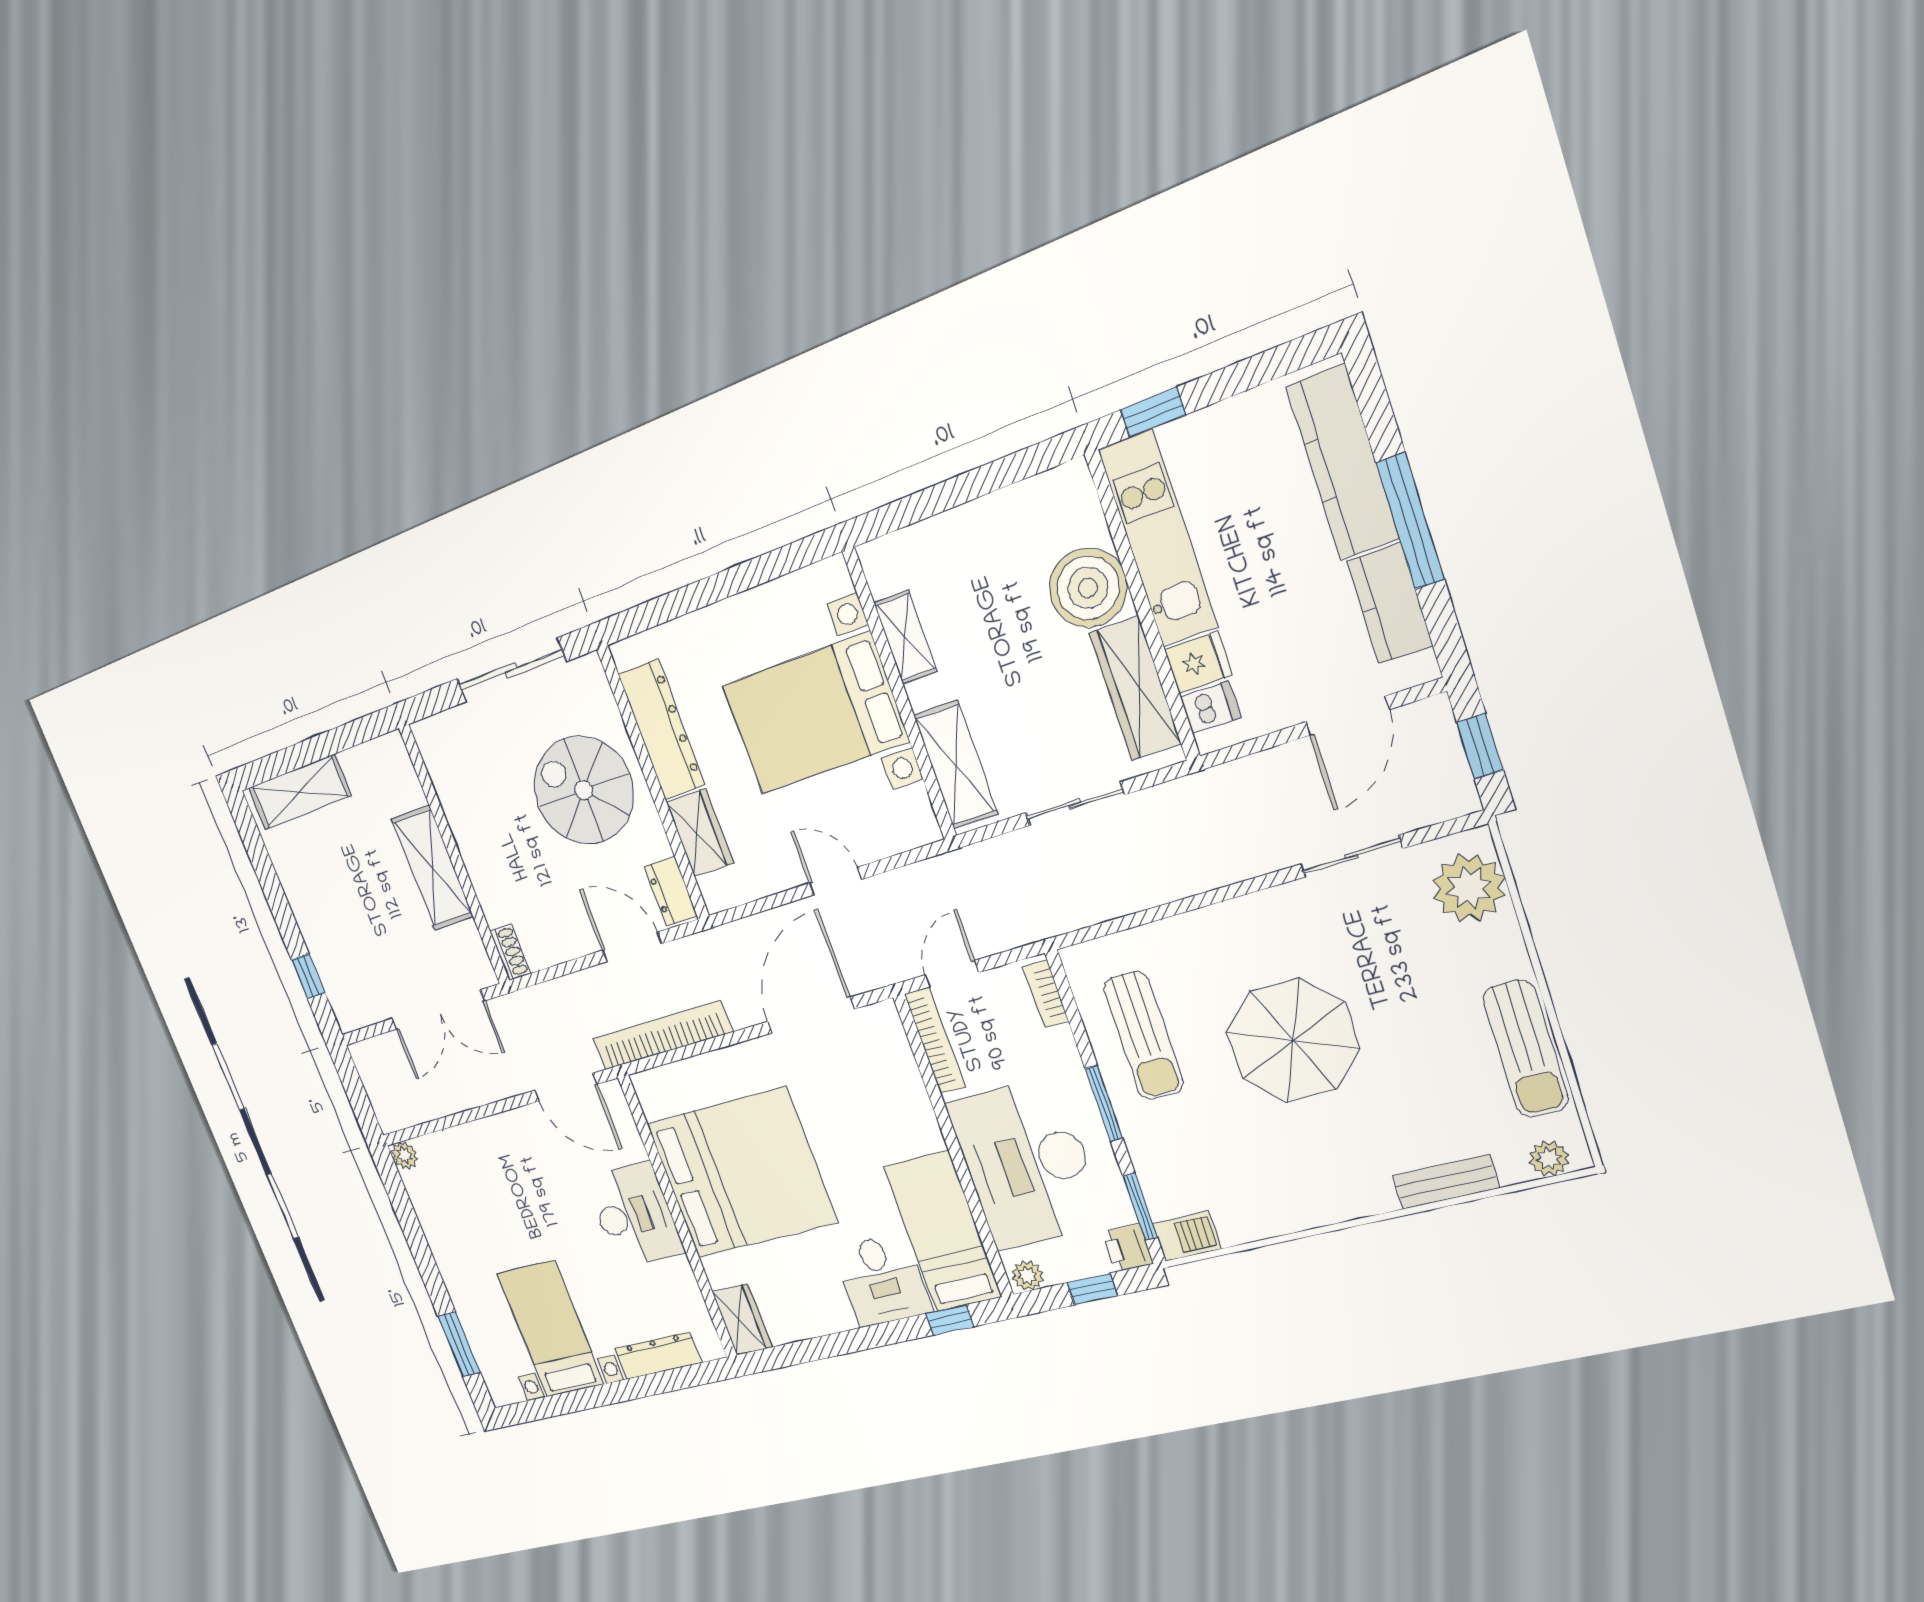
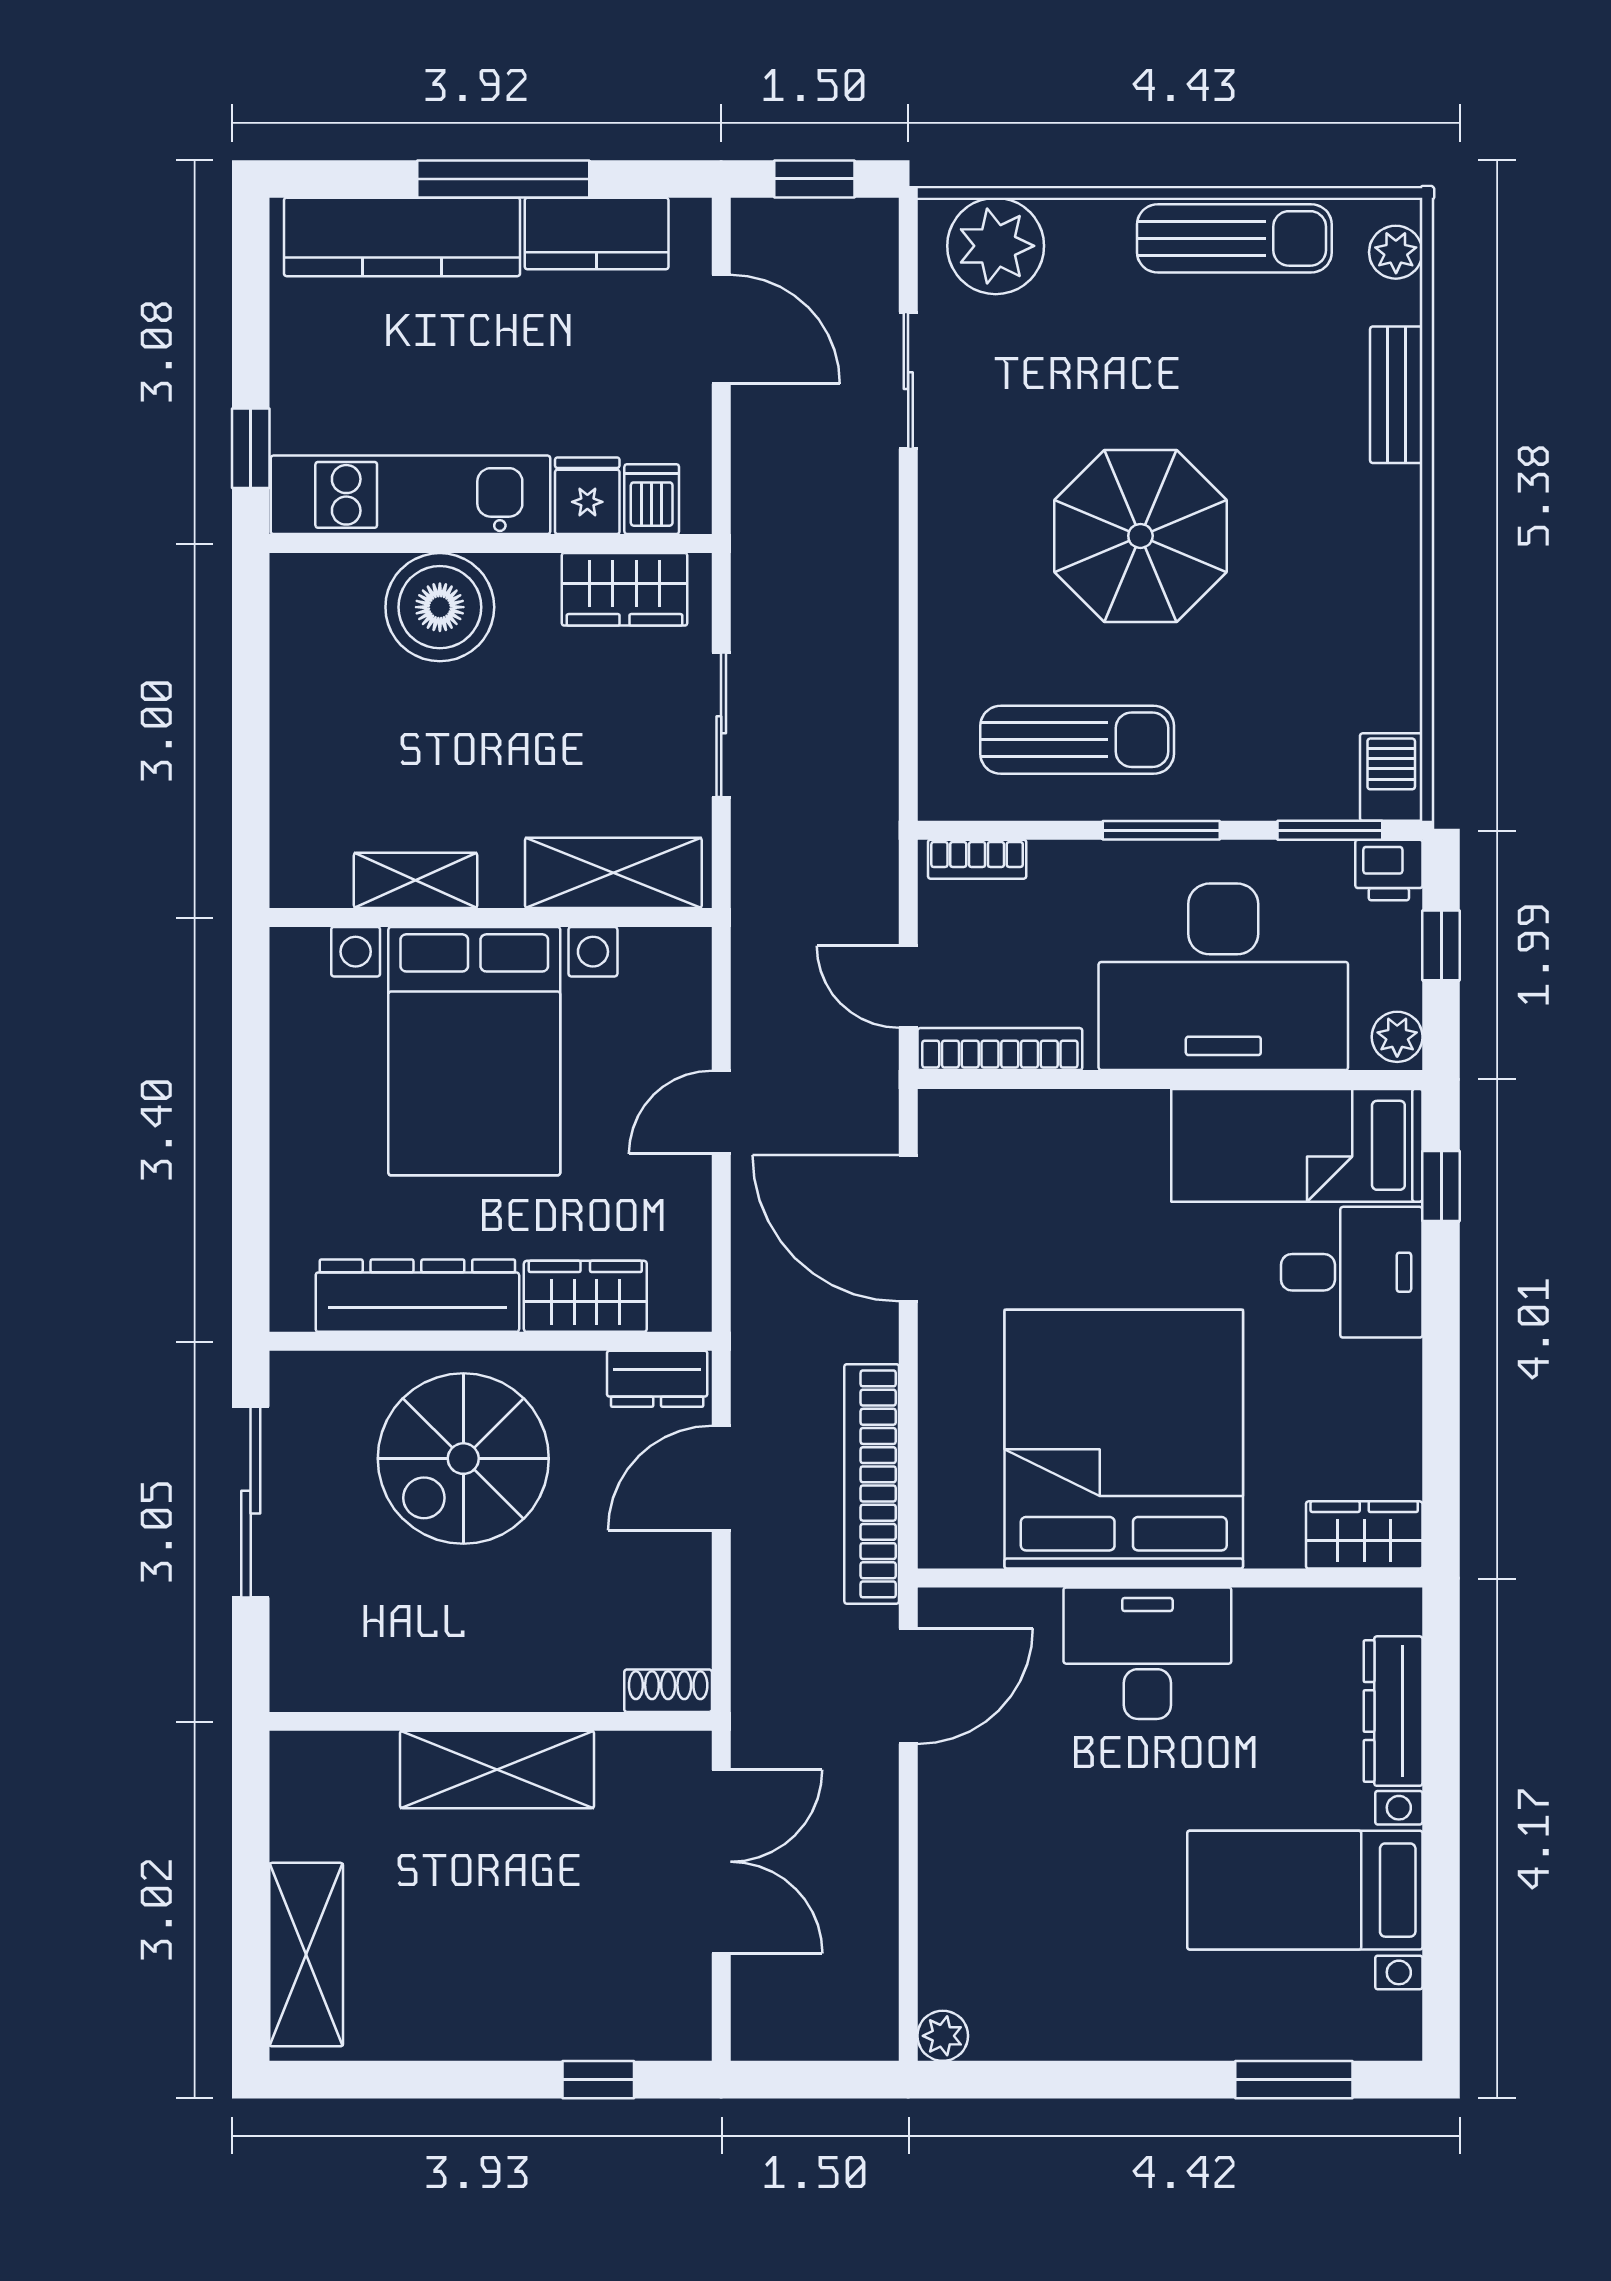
wardrobe: (1135, 688) -> (624, 589), width x0.67

